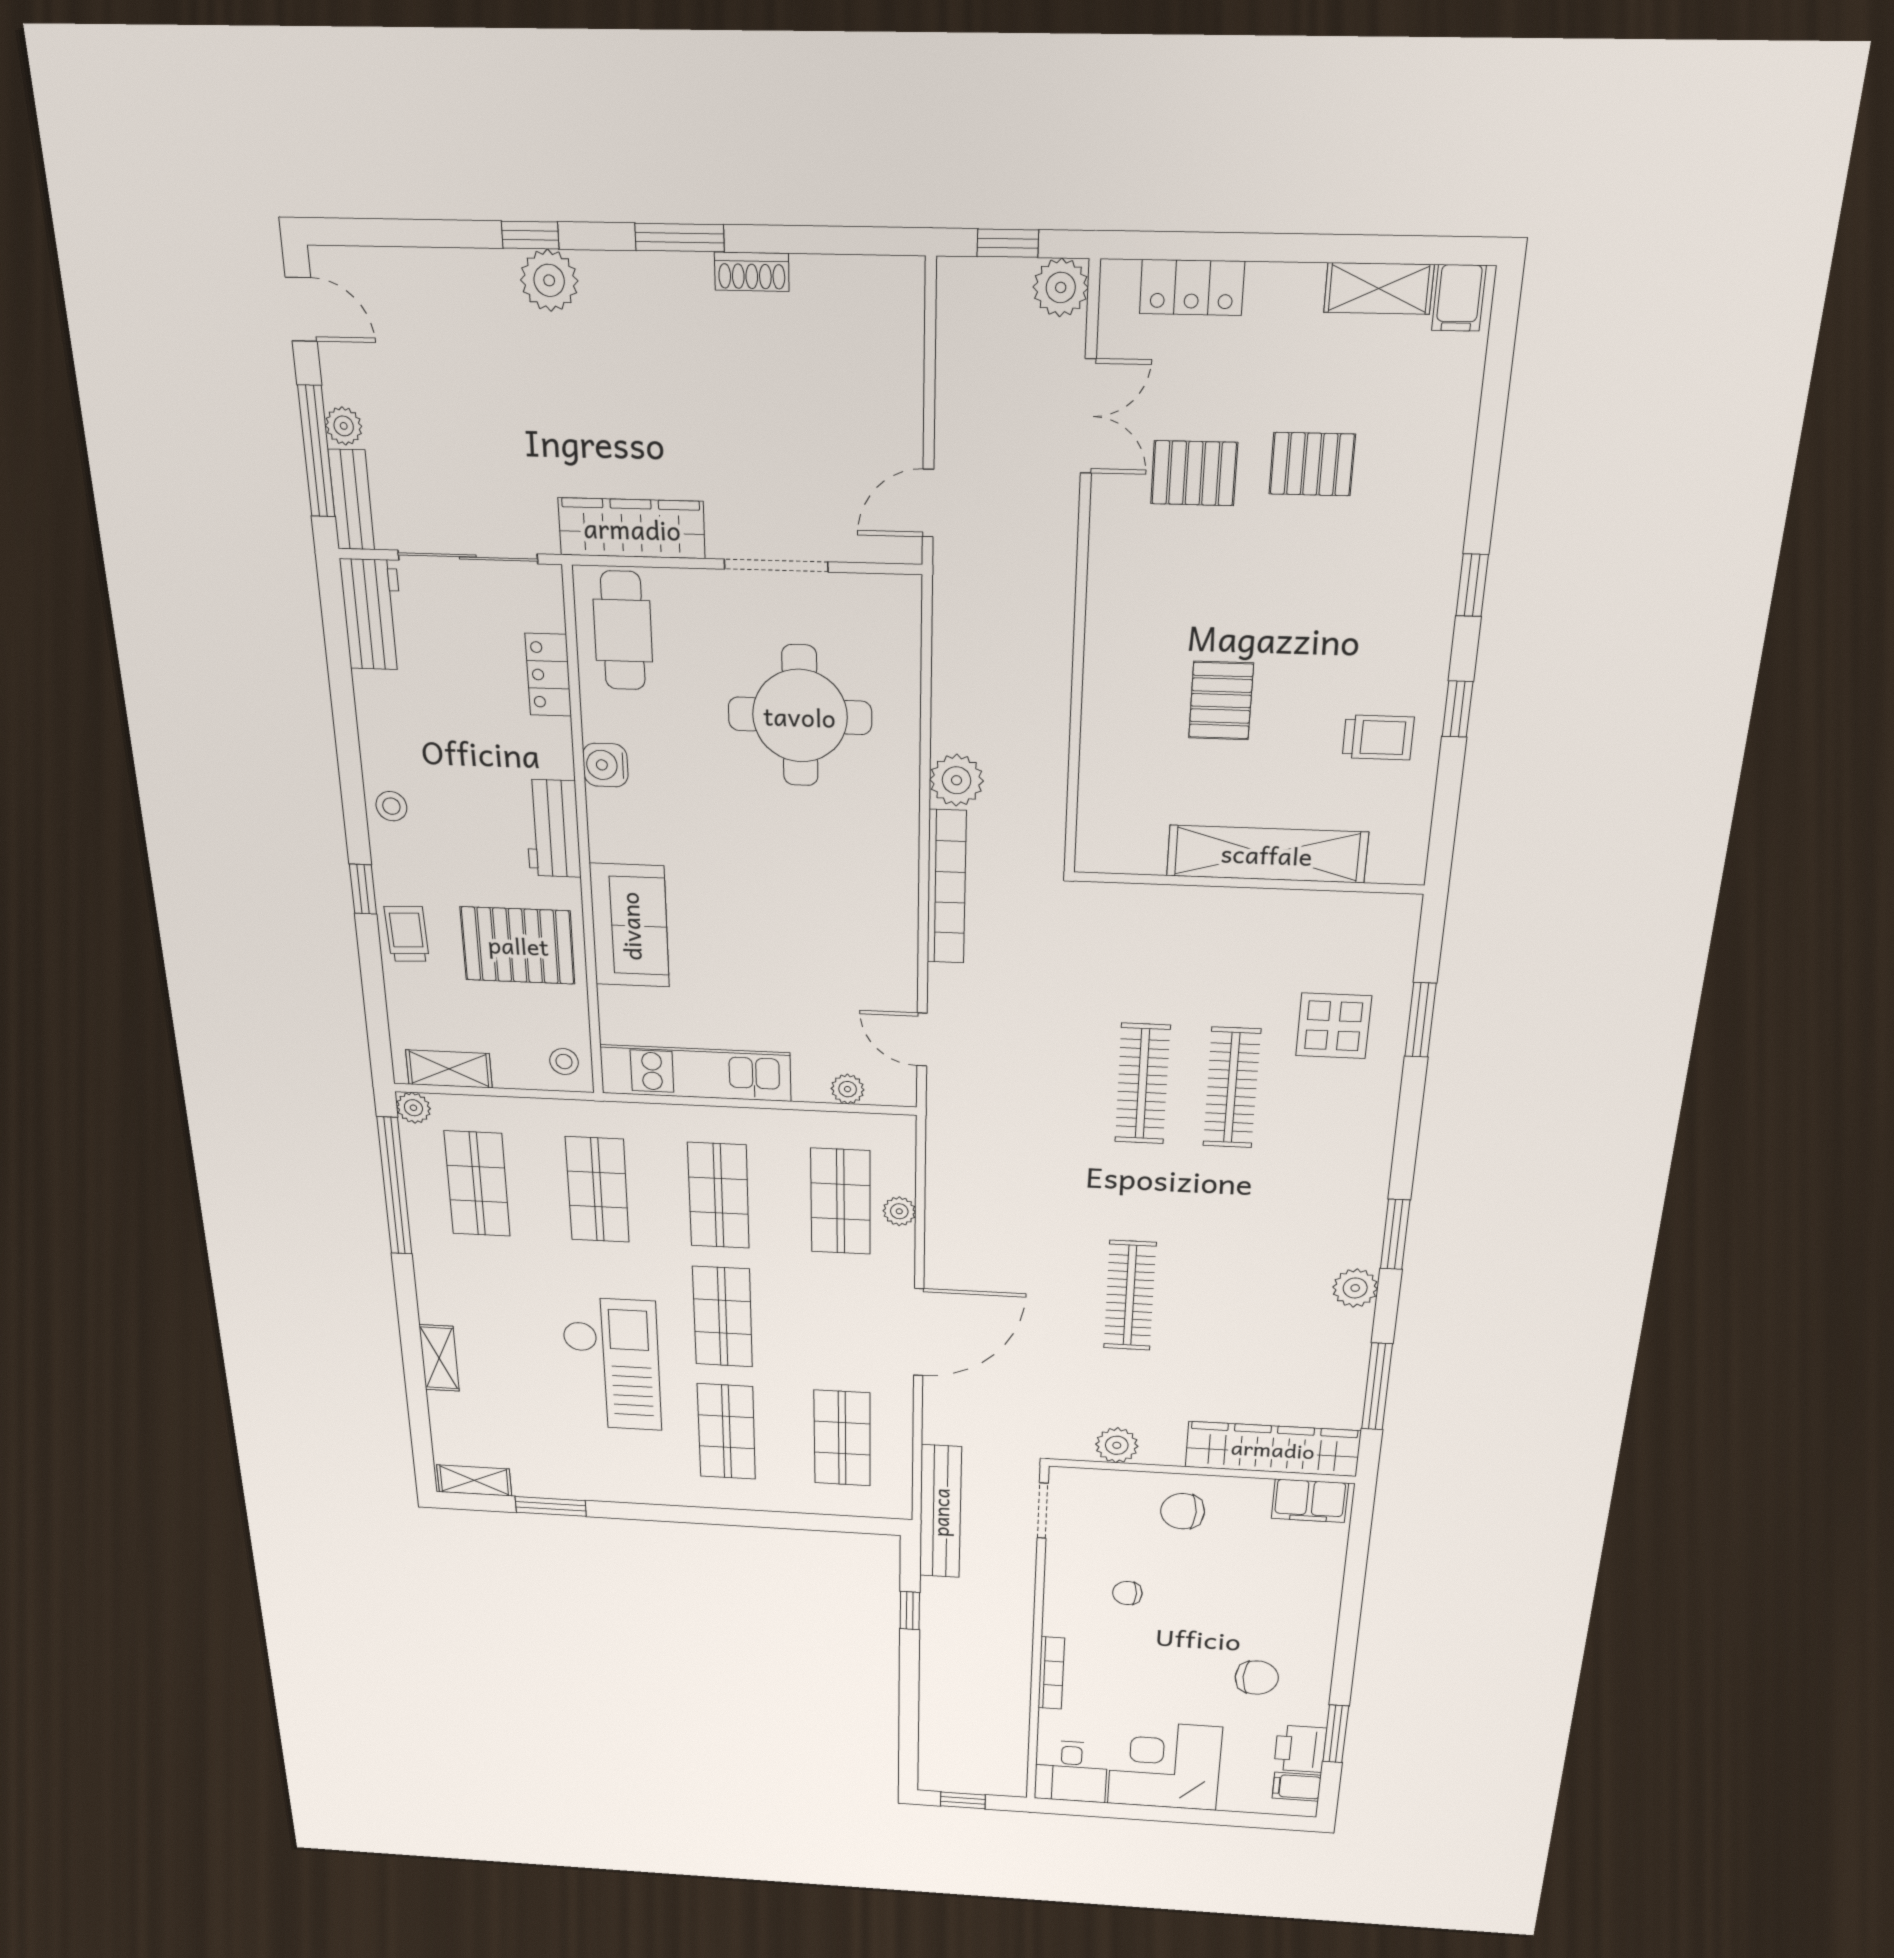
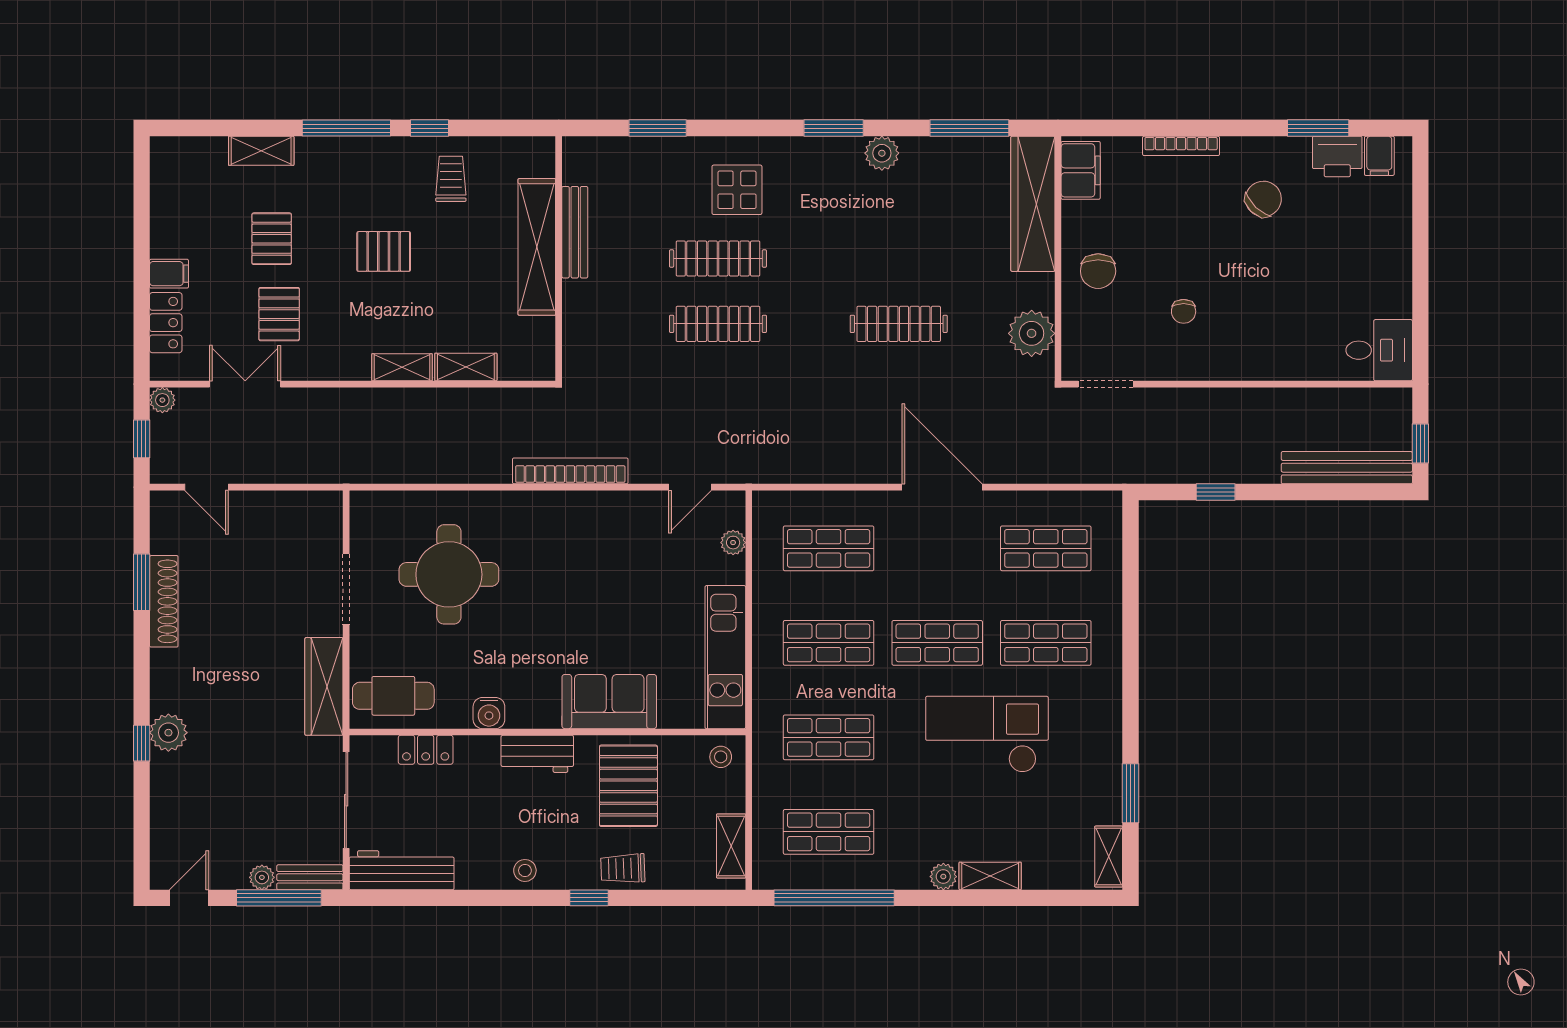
window: (680, 238) -> (142, 582), moved
shoe rack: (752, 272) -> (164, 601), width x1.94, depth x1.24
plant: (1061, 287) -> (162, 400), width x0.73, depth x0.73
shelving: (1379, 288) -> (261, 151), moved, turned 90
filing cabinet: (1459, 298) -> (169, 274), moved
door: (928, 503) -> (206, 487), moved
window: (1472, 585) -> (346, 128), width x2.17
workbench: (373, 615) -> (402, 870), width x1.38
shelving: (1103, 658) -> (402, 367), added
pallet: (1221, 701) -> (384, 251), moved
shelving: (1099, 750) -> (466, 367), added
plant: (956, 780) -> (491, 465), removed
bench: (1284, 906) -> (575, 232), added
display table: (1334, 1026) -> (737, 190), moved
plant: (413, 1108) -> (943, 877), moved
plant: (899, 1211) -> (835, 503), removed
plant: (1117, 1445) -> (1032, 333), width x1.36, depth x1.36
bench: (940, 1512) -> (1347, 468), moved
bookcase: (1051, 1673) -> (1181, 146), moved, turned 180
chair: (1257, 1678) -> (1263, 199), turned 44
corner desk: (1164, 1765) -> (1366, 270), removed

